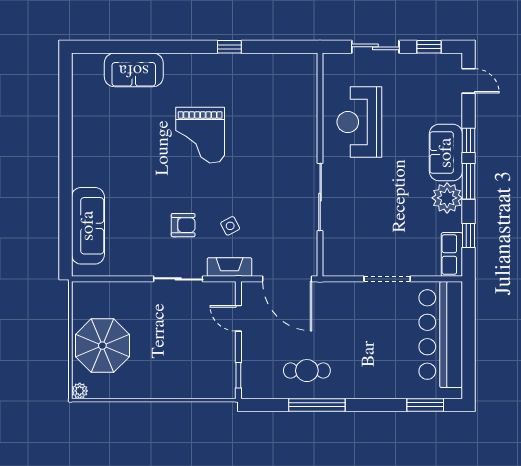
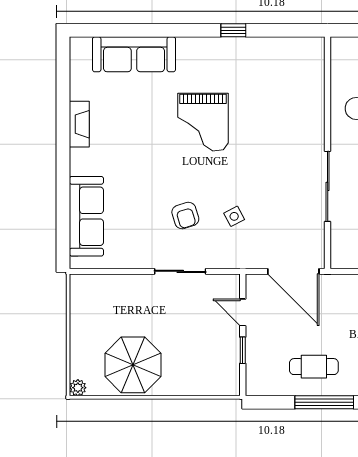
sofa: (134, 70) -> (134, 54), width x1.36
armchair: (183, 225) -> (185, 216), turned 73
fireplace: (230, 267) -> (79, 124), moved, turned 90
parasol: (102, 346) -> (133, 365), moved
window: (238, 375) -> (243, 350), moved

